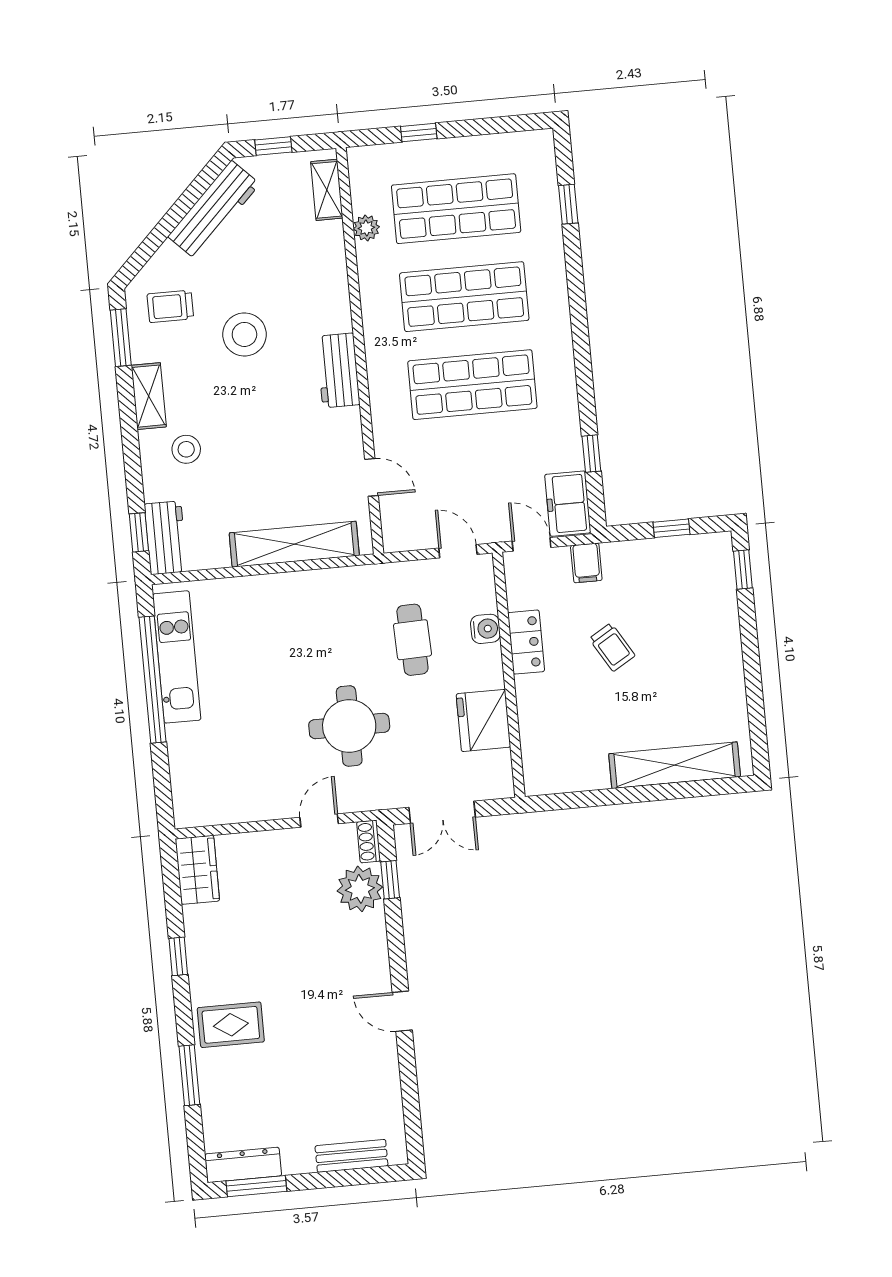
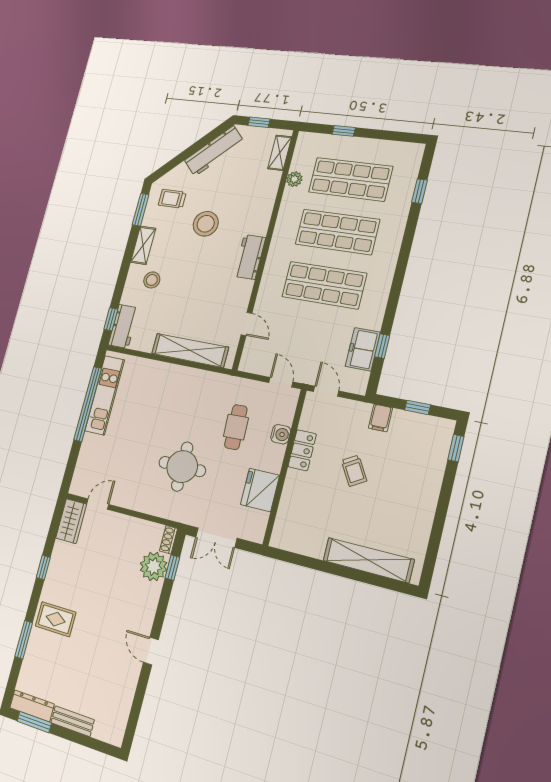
freezer: (568, 504) -> (363, 349), moved
filing cabinet: (586, 563) -> (380, 418), moved
door: (319, 821) -> (98, 504), moved
bench: (351, 1156) -> (73, 721), moved

